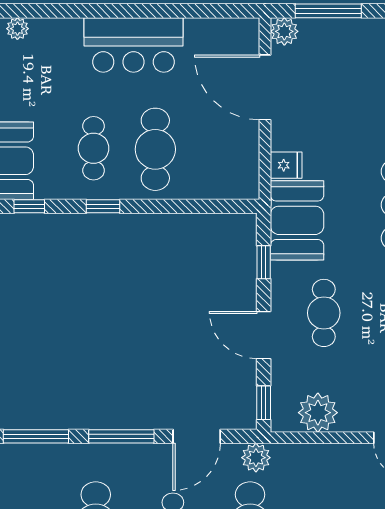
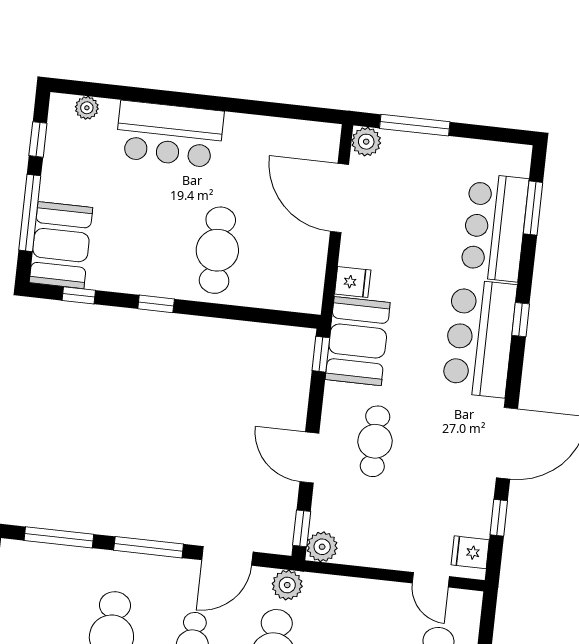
bar counter: (134, 45) -> (169, 134), moved
cafe table: (94, 148) -> (153, 242), removed
window: (264, 262) -> (321, 354), moved
plant: (318, 413) -> (322, 547), moved, width x0.73, depth x0.73

